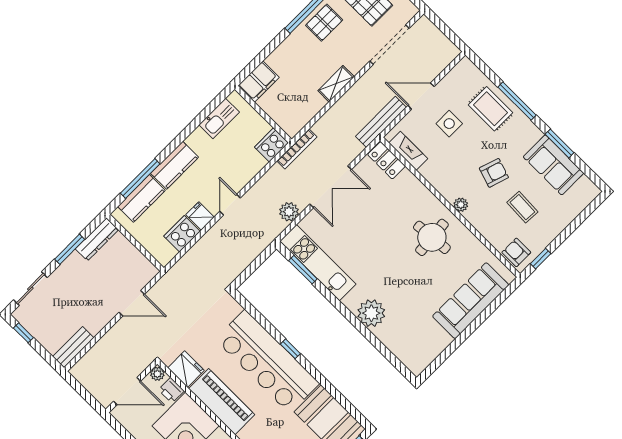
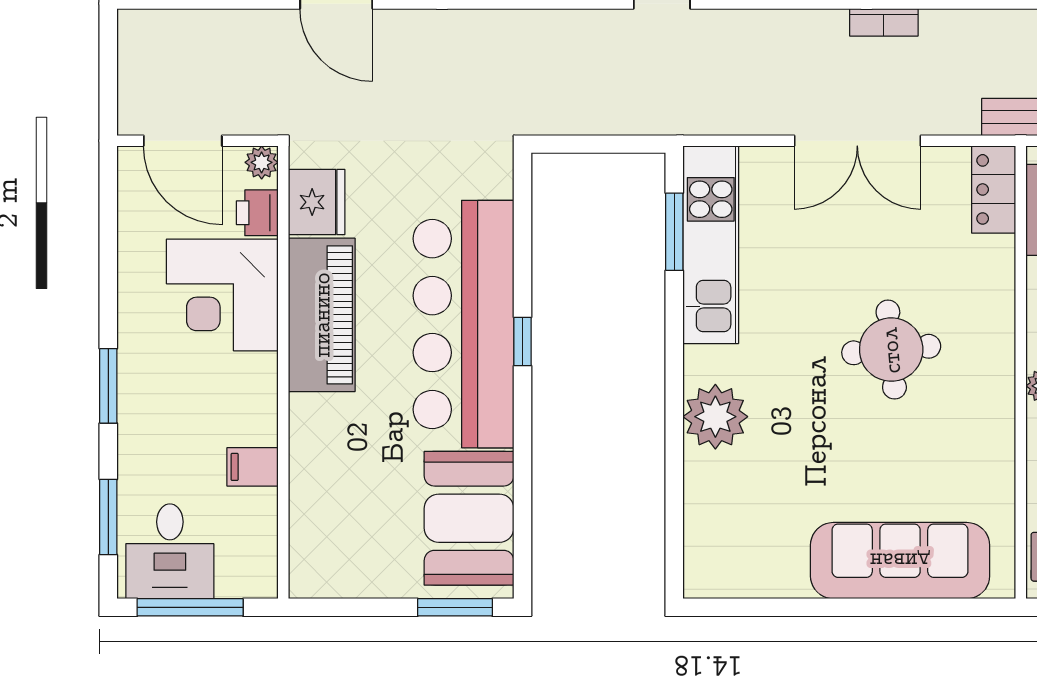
bookcase: (297, 149) -> (884, 22), width x0.64
plant: (289, 212) -> (747, 113), removed
round table: (432, 237) -> (891, 350), moved

